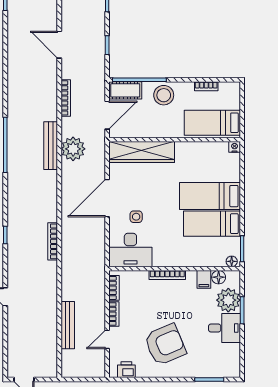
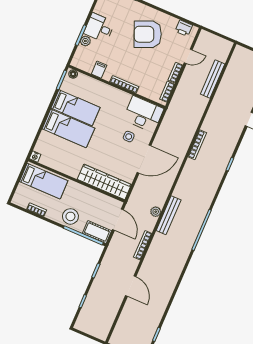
door: (107, 115) -> (118, 220), swing flipped
plant: (73, 149) -> (156, 212), width x0.53, depth x0.53
floor lamp: (219, 277) -> (88, 67), removed
plant: (228, 300) -> (85, 41), width x0.53, depth x0.53

